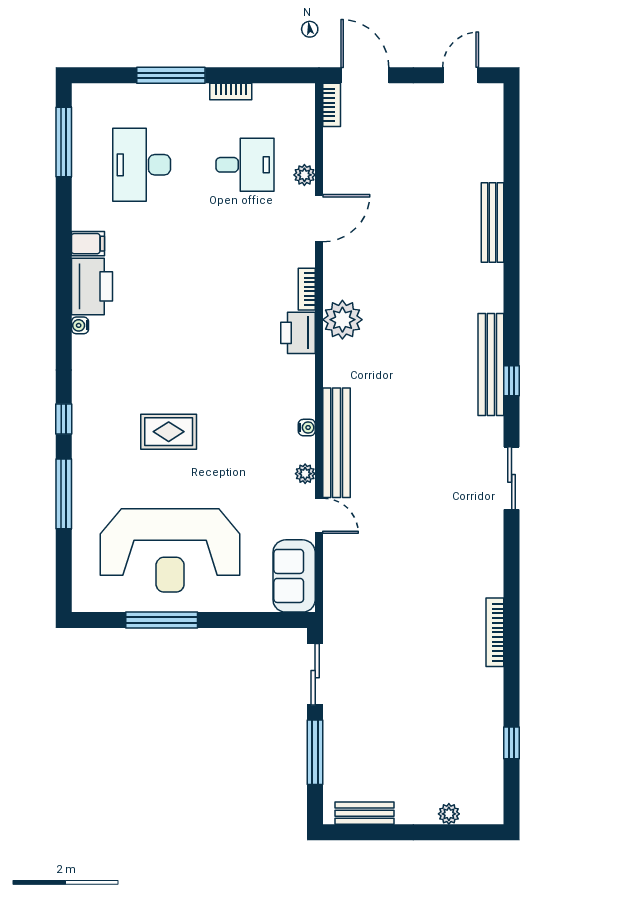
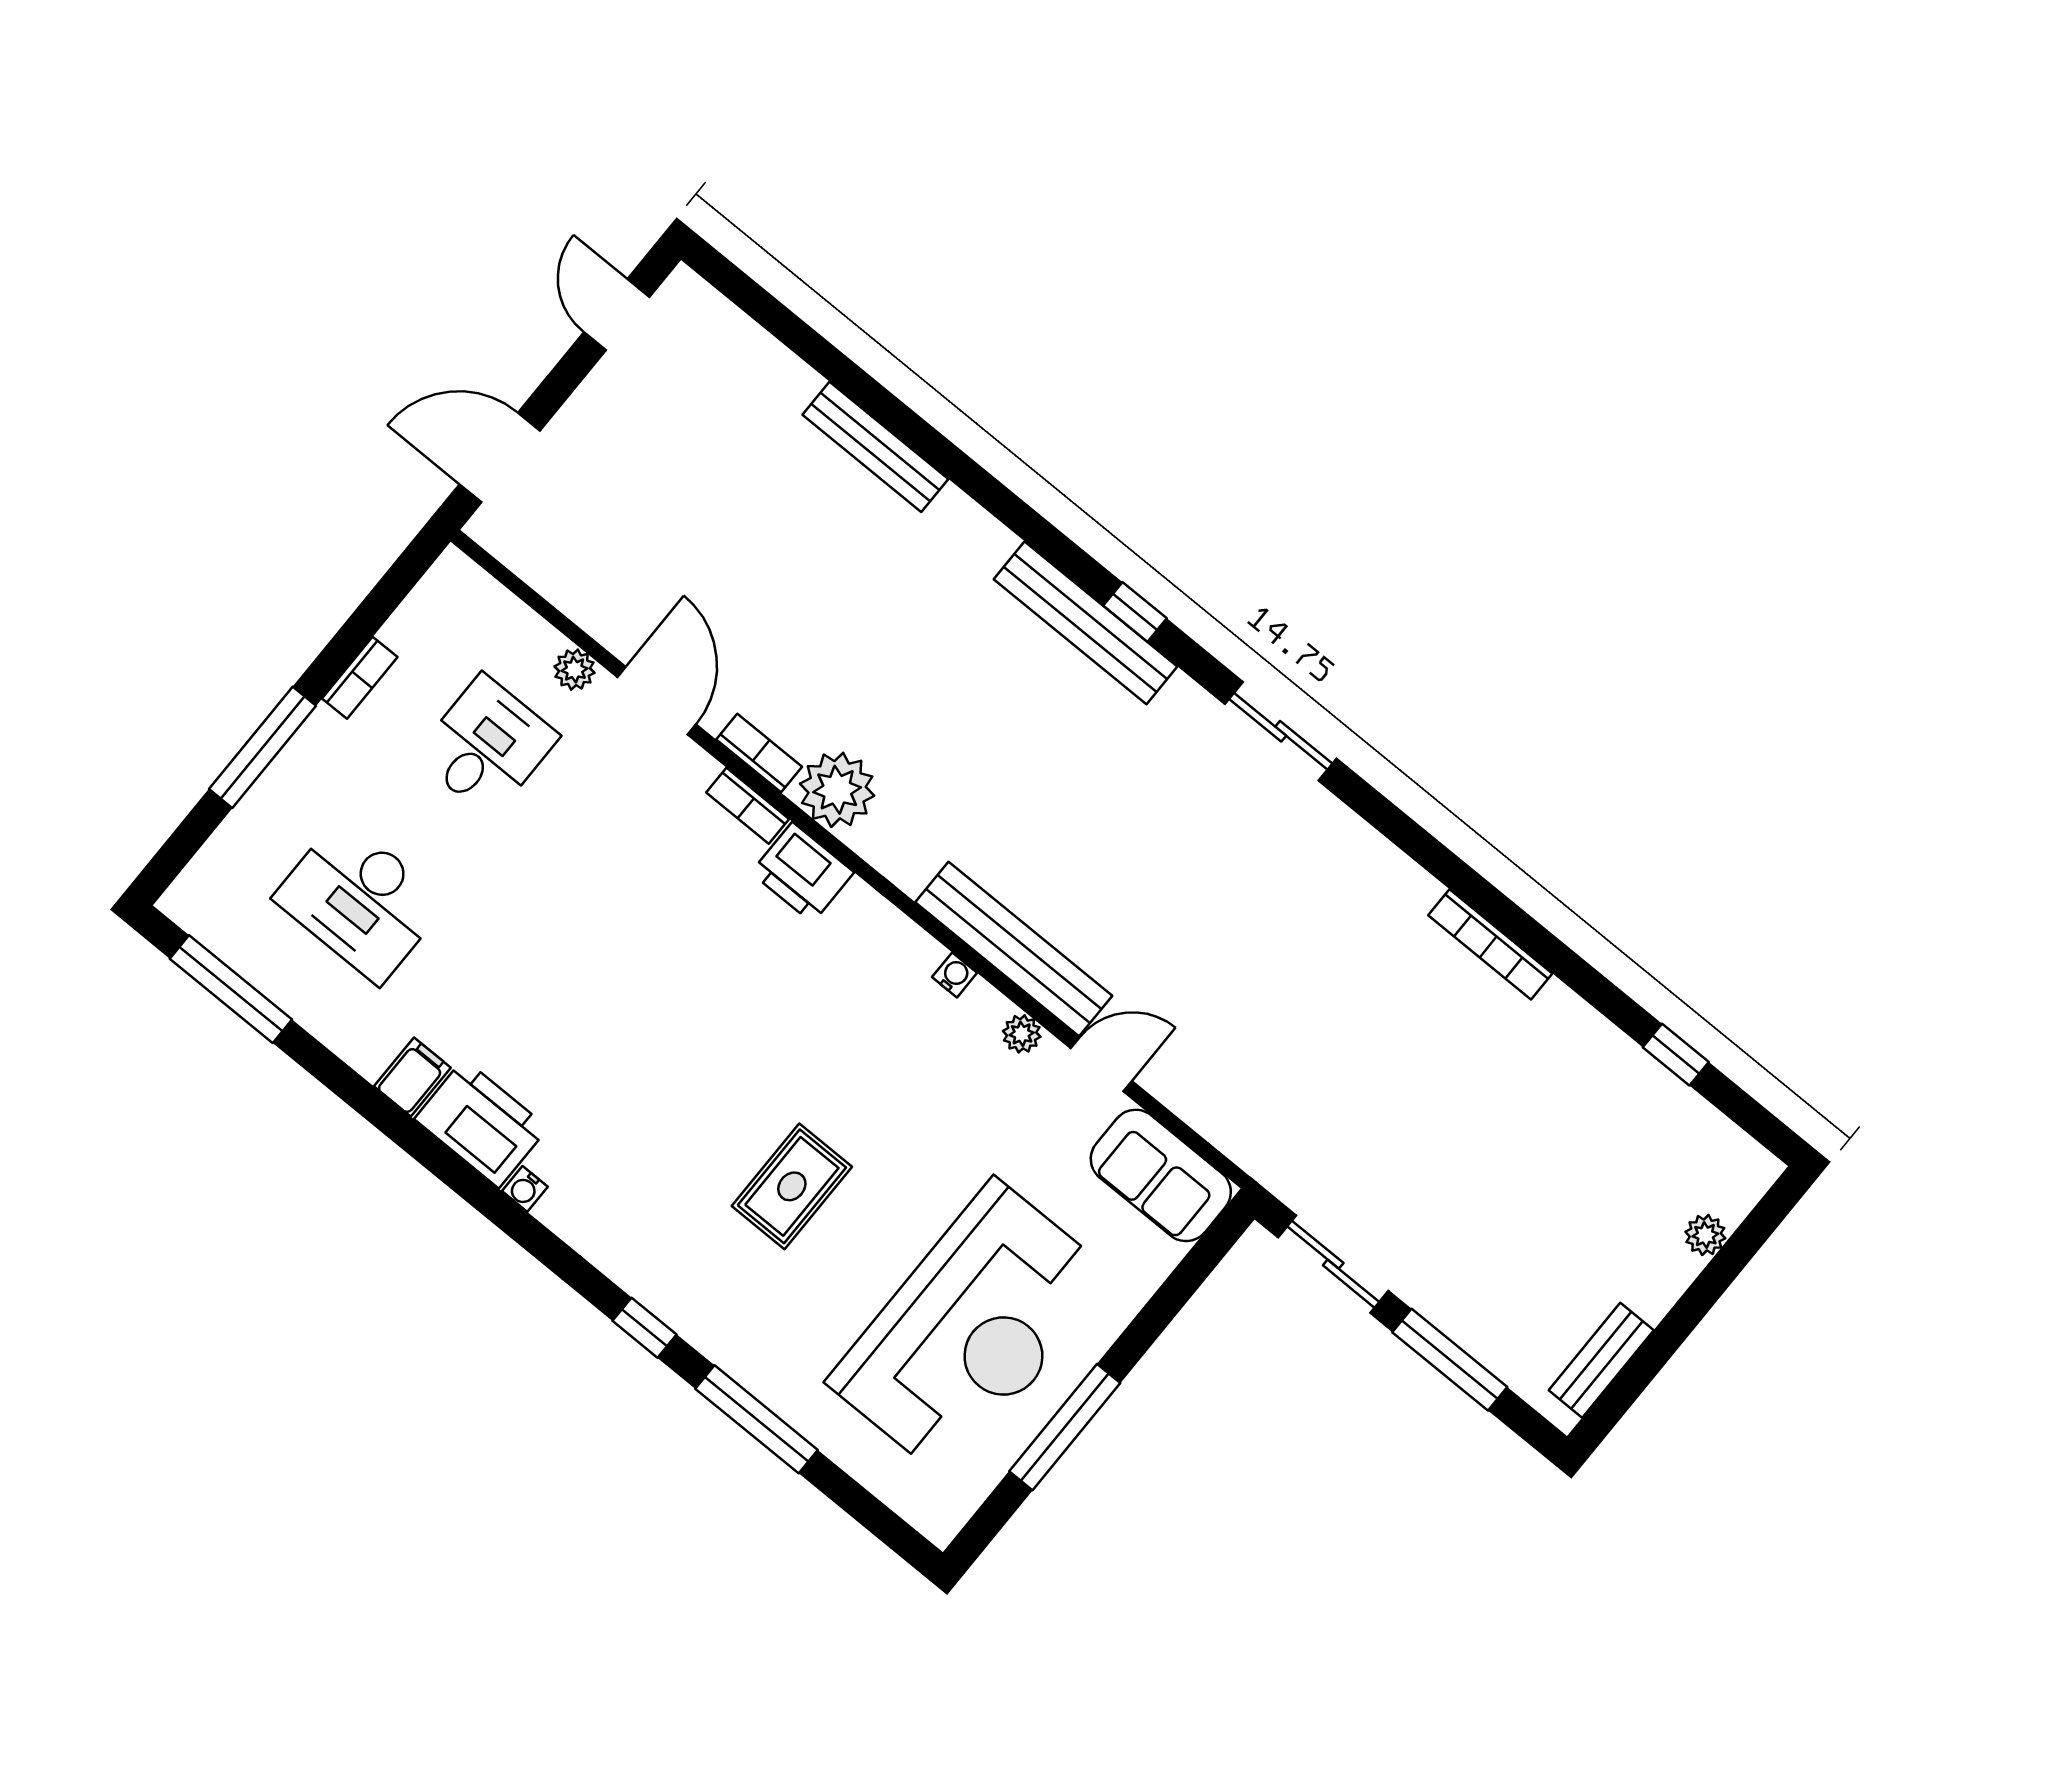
bookcase: (332, 105) -> (759, 753), moved

